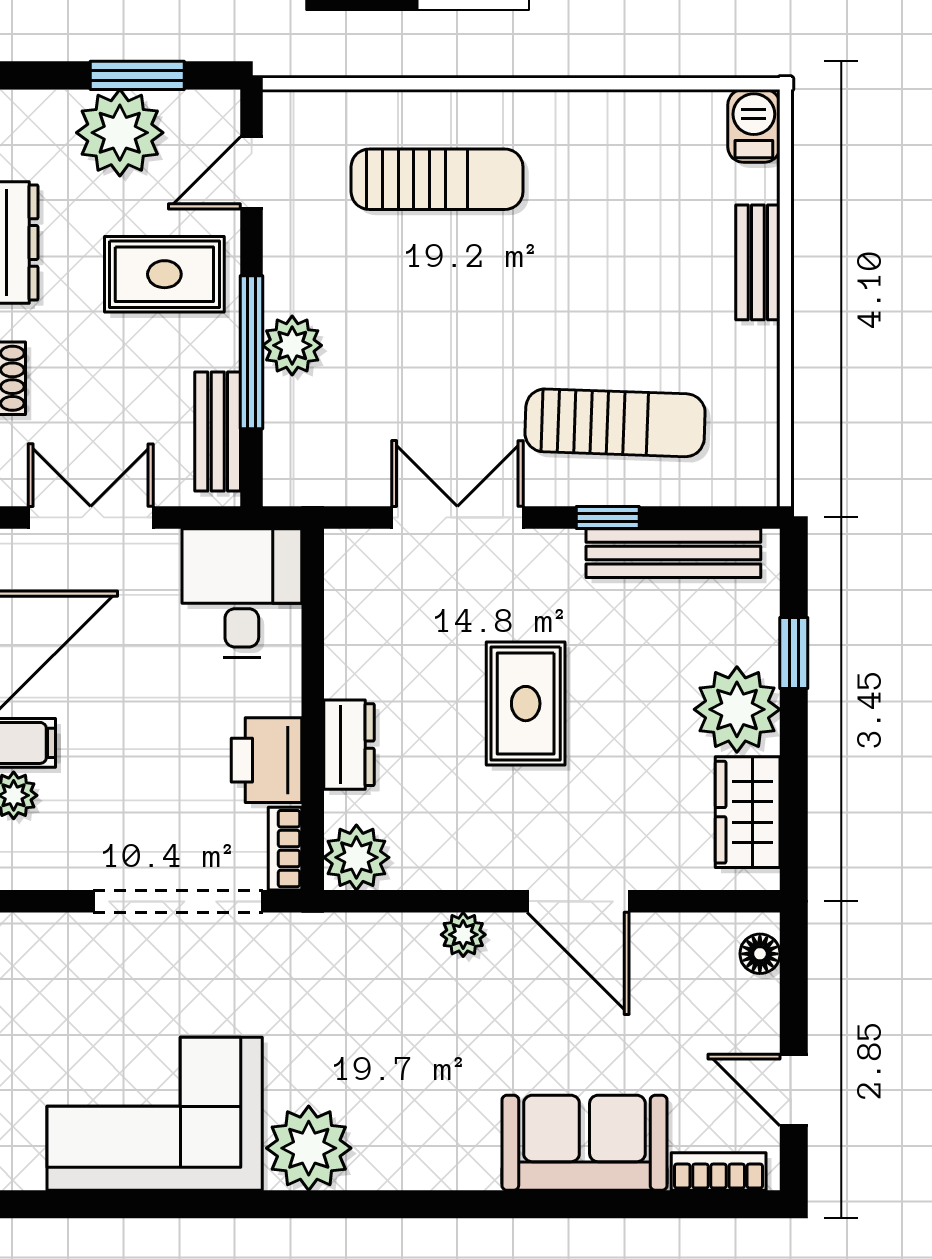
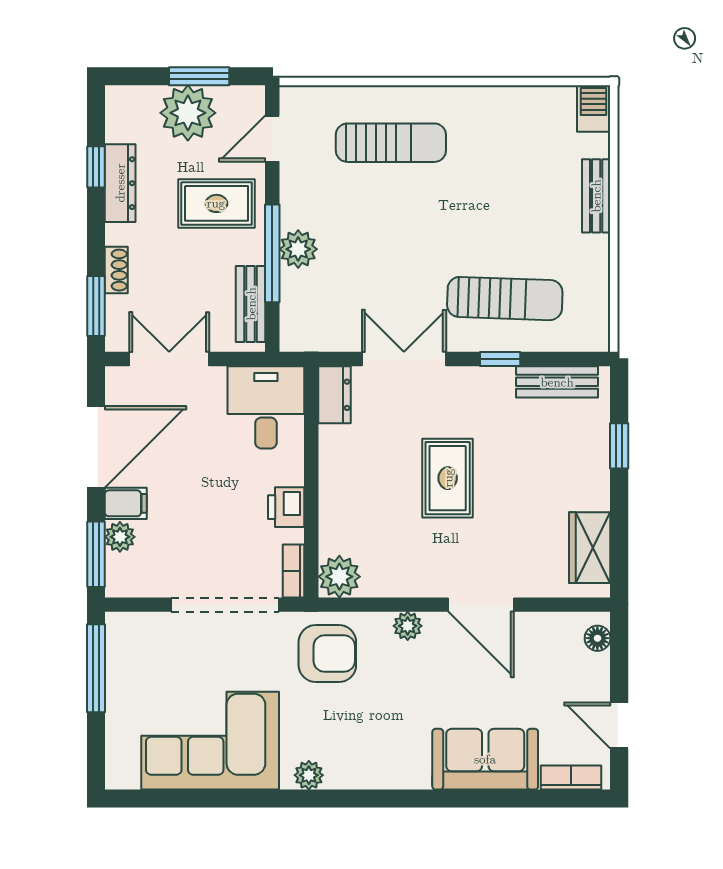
bench: (673, 553) -> (557, 382), width x0.73
plant: (737, 709) -> (583, 482), removed
dresser: (349, 745) -> (335, 395), moved
printer: (266, 760) -> (286, 507), width x0.73, depth x0.81
armchair: (338, 978) -> (327, 654), added
plant: (309, 1148) -> (309, 775), width x0.53, depth x0.53

